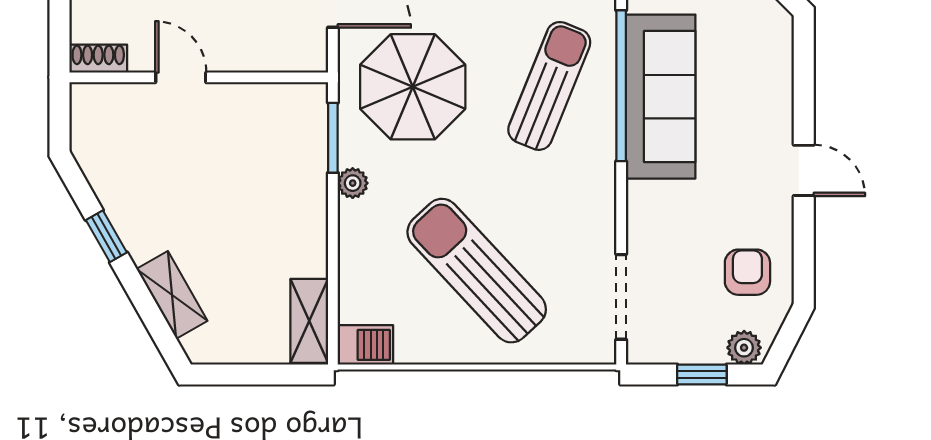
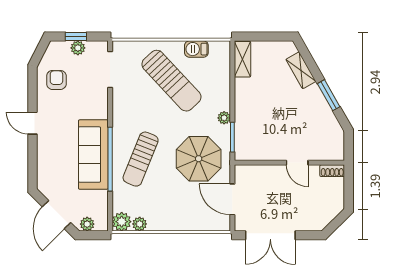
window: (106, 236) -> (329, 95), width x1.50
armchair: (747, 272) -> (56, 80), turned 180
barbecue: (365, 345) -> (196, 49), moved
plant: (744, 348) -> (78, 48), moved

